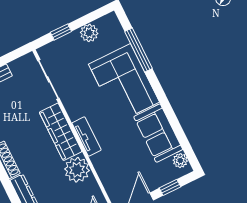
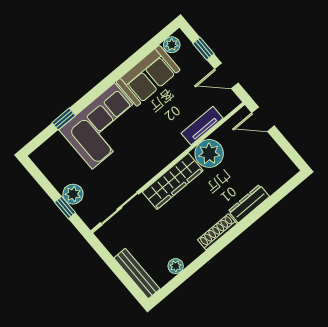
plant: (89, 33) -> (73, 194), moved
window: (139, 50) -> (64, 119), width x0.46
tv unit: (87, 136) -> (202, 126), moved

